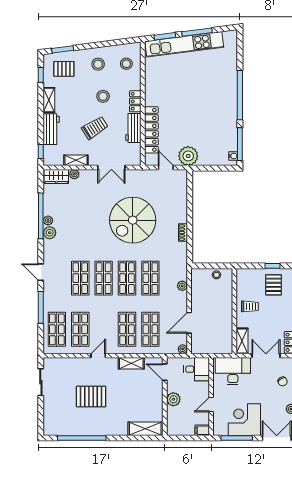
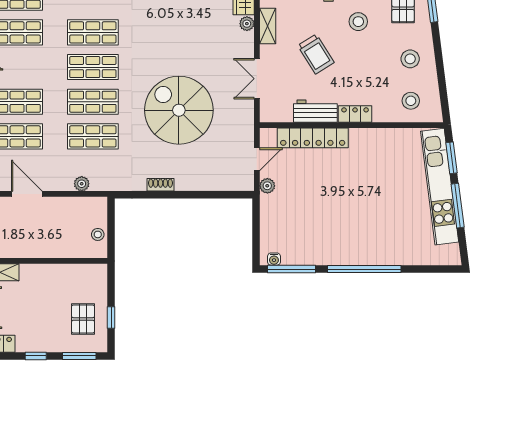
stool: (103, 96) -> (358, 22), moved
plant: (188, 156) -> (267, 186), width x0.53, depth x0.53
pallet: (274, 285) -> (83, 319), turned 90
trolley: (250, 306) -> (51, 284), removed

